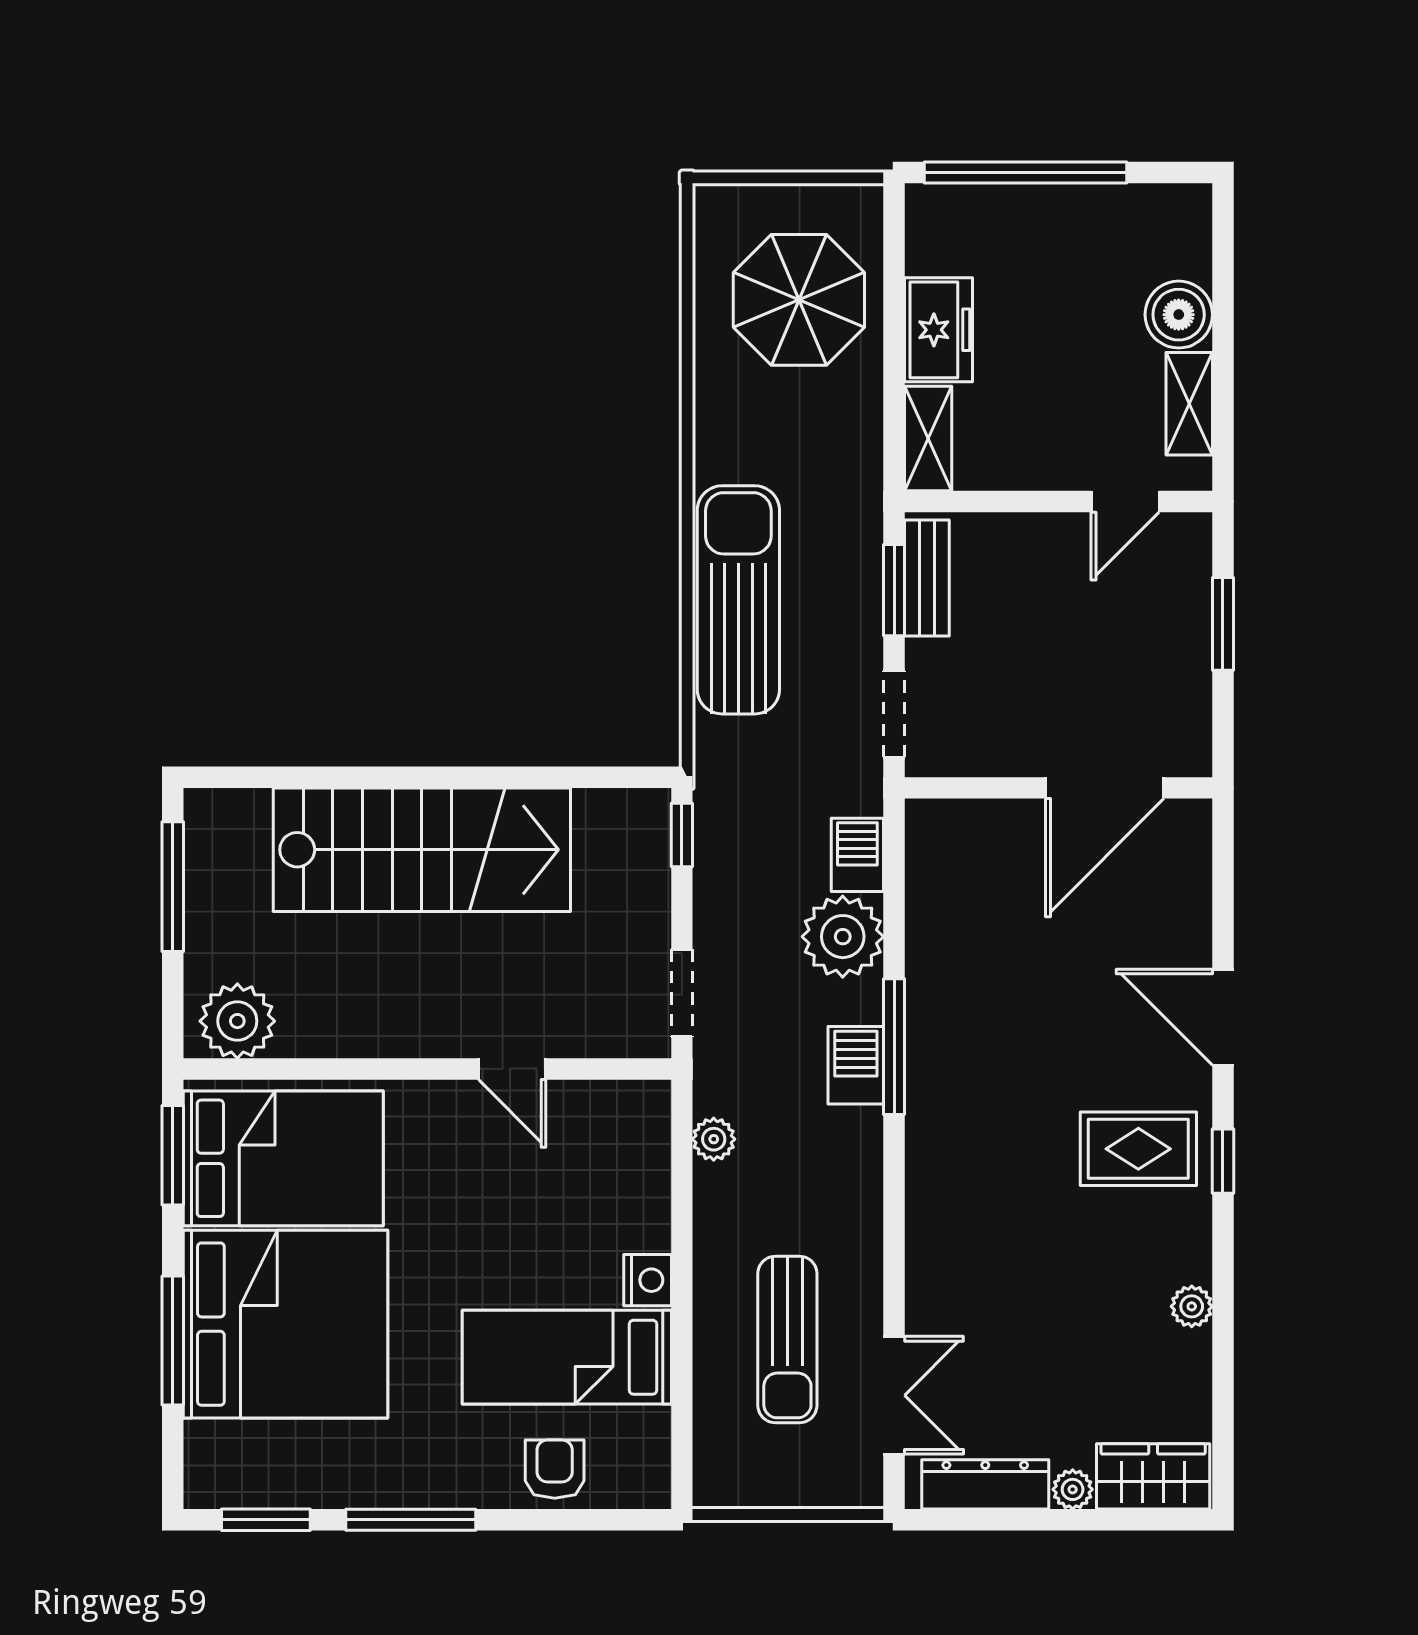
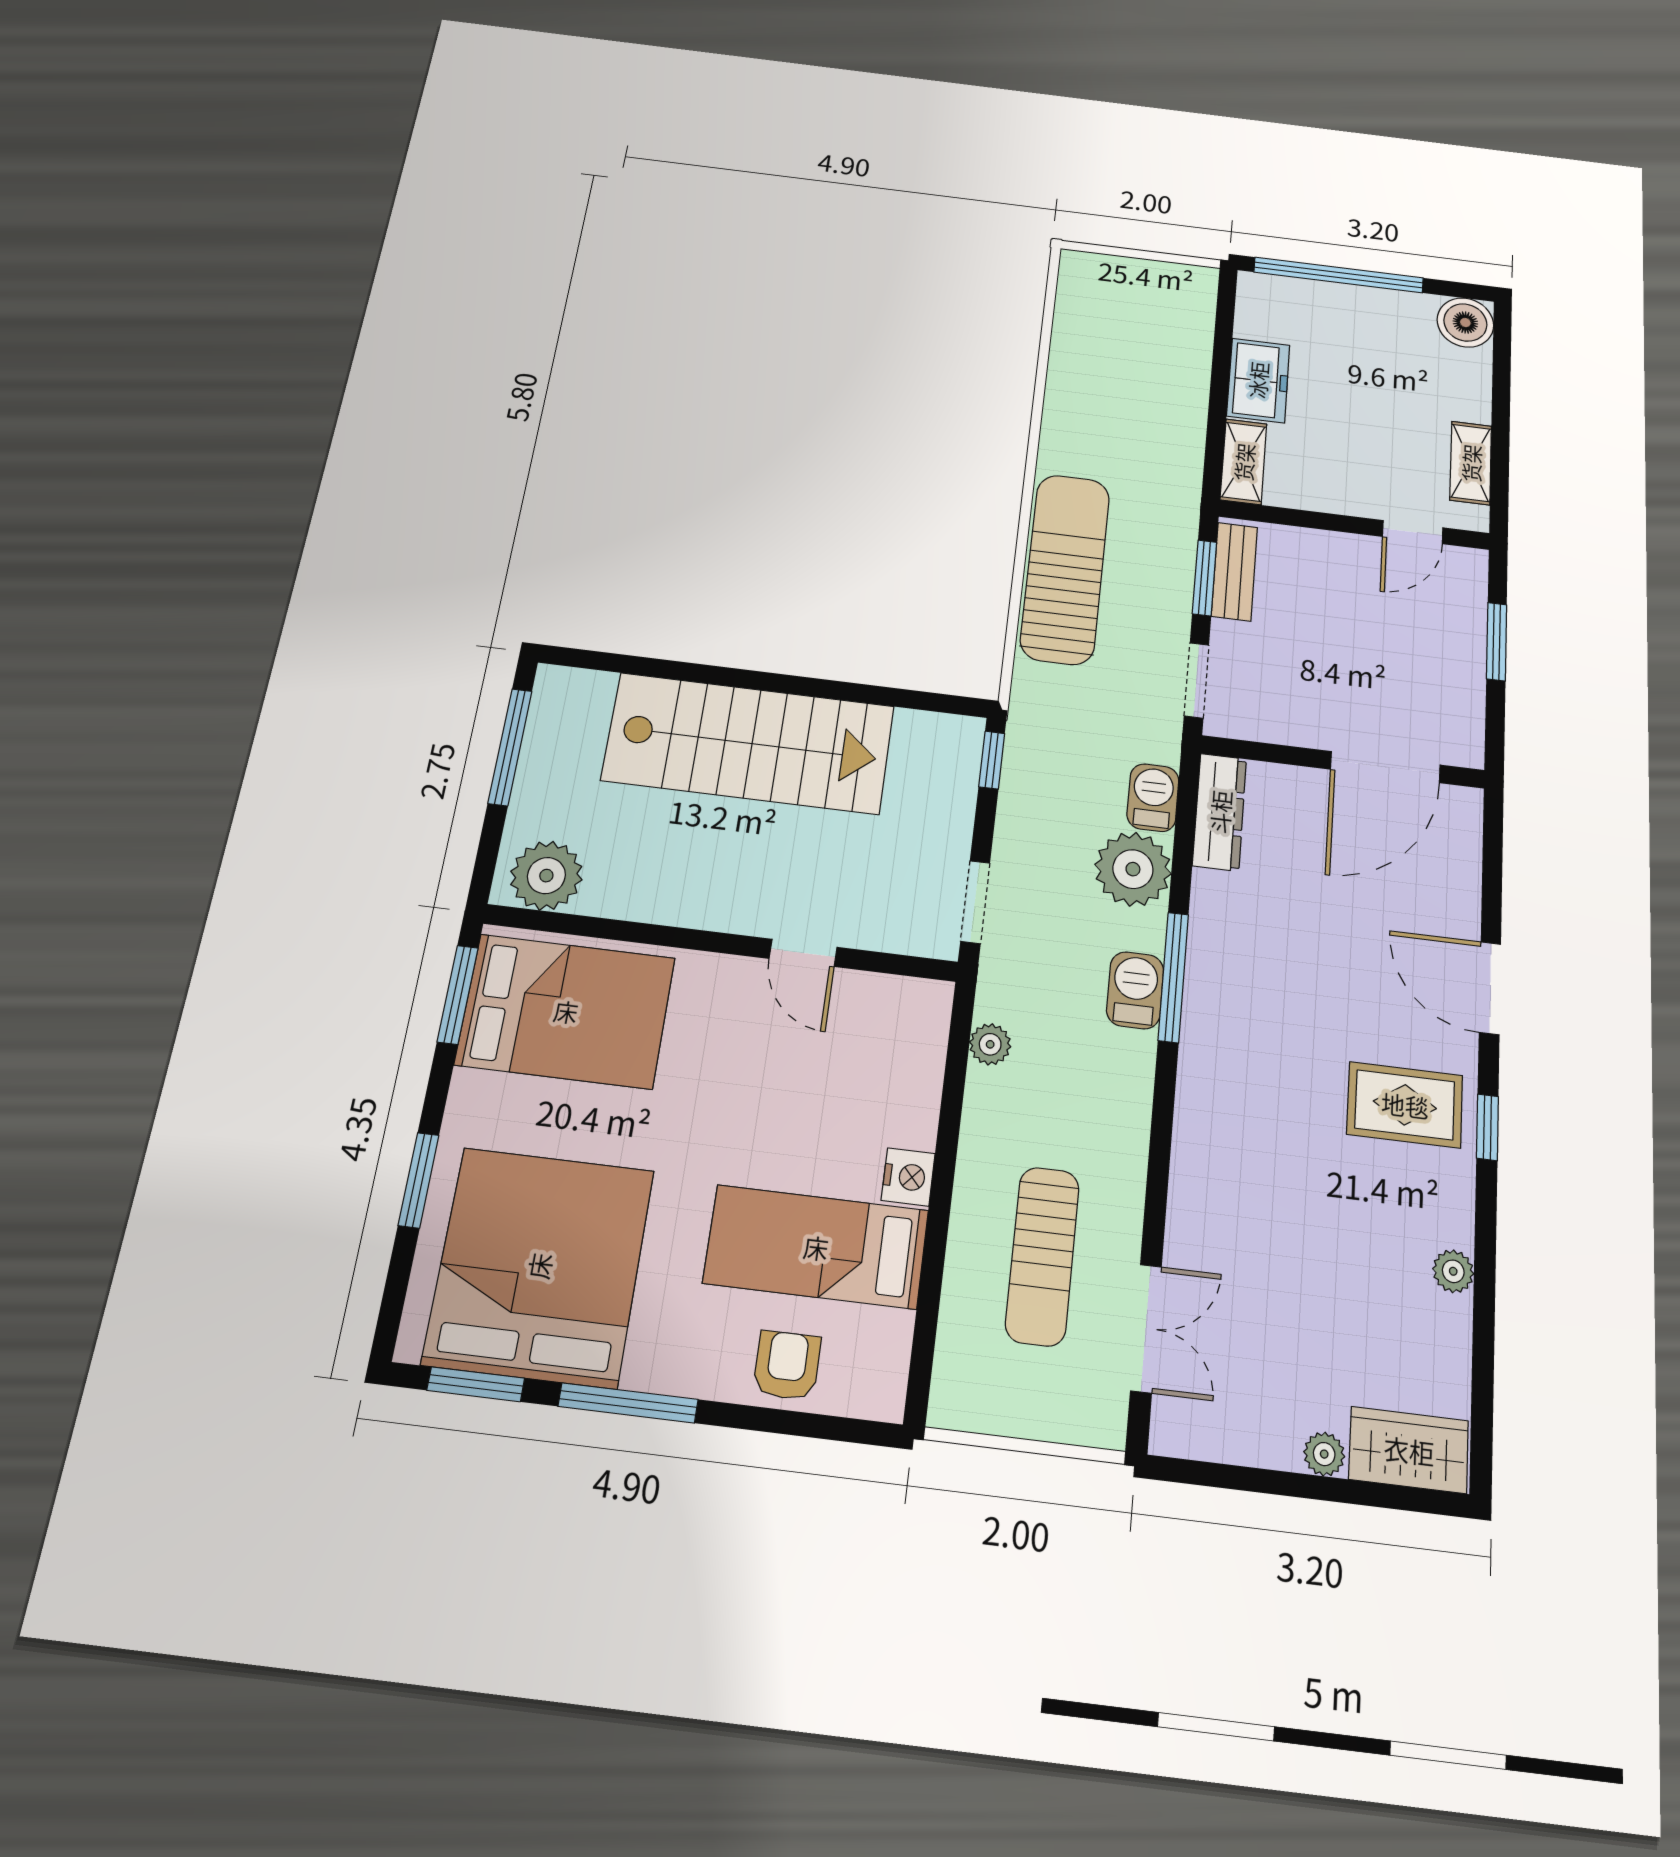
parasol: (799, 300) -> (1141, 344), removed
boiler: (1179, 315) -> (1465, 323), moved
bed: (285, 1324) -> (539, 1266), moved, turned -90
window: (173, 1341) -> (419, 1180), width x0.69
dresser: (985, 1484) -> (1220, 812), moved, turned 90

